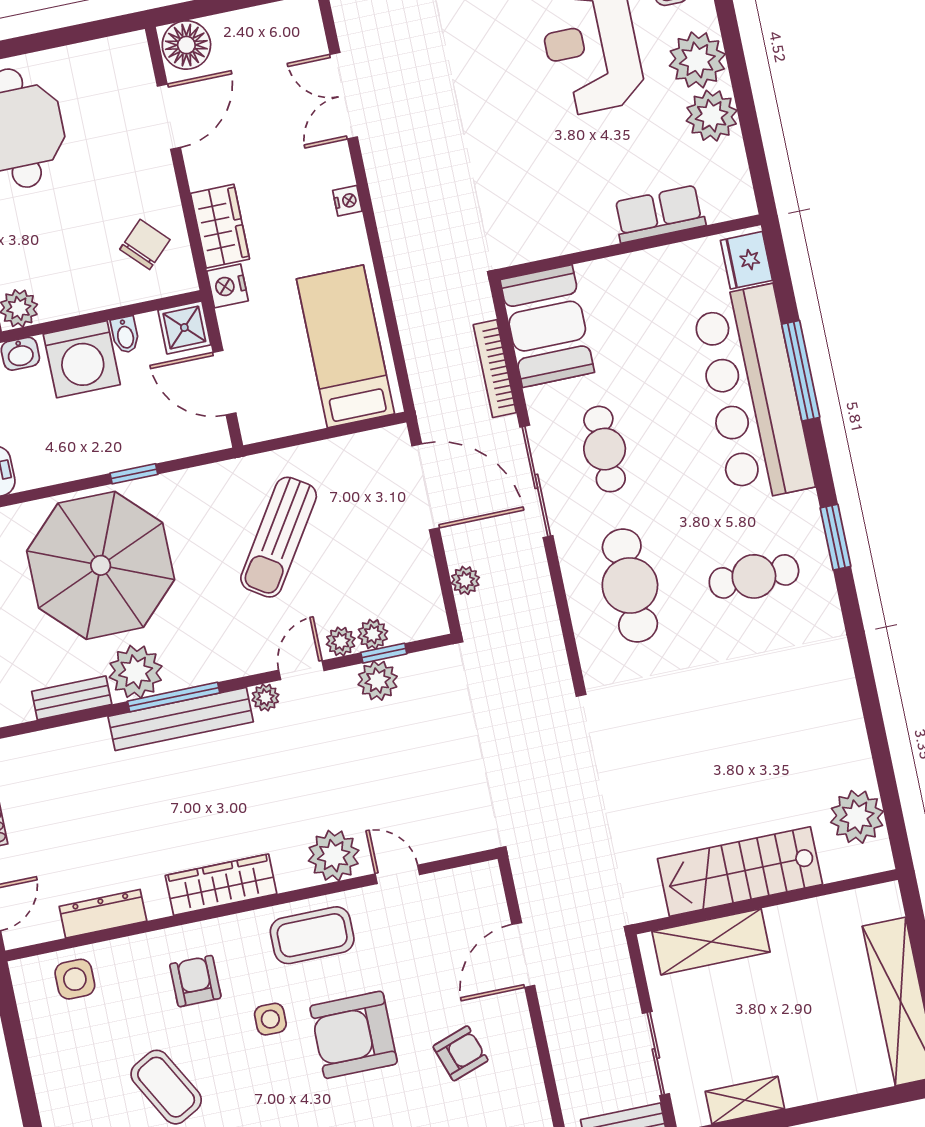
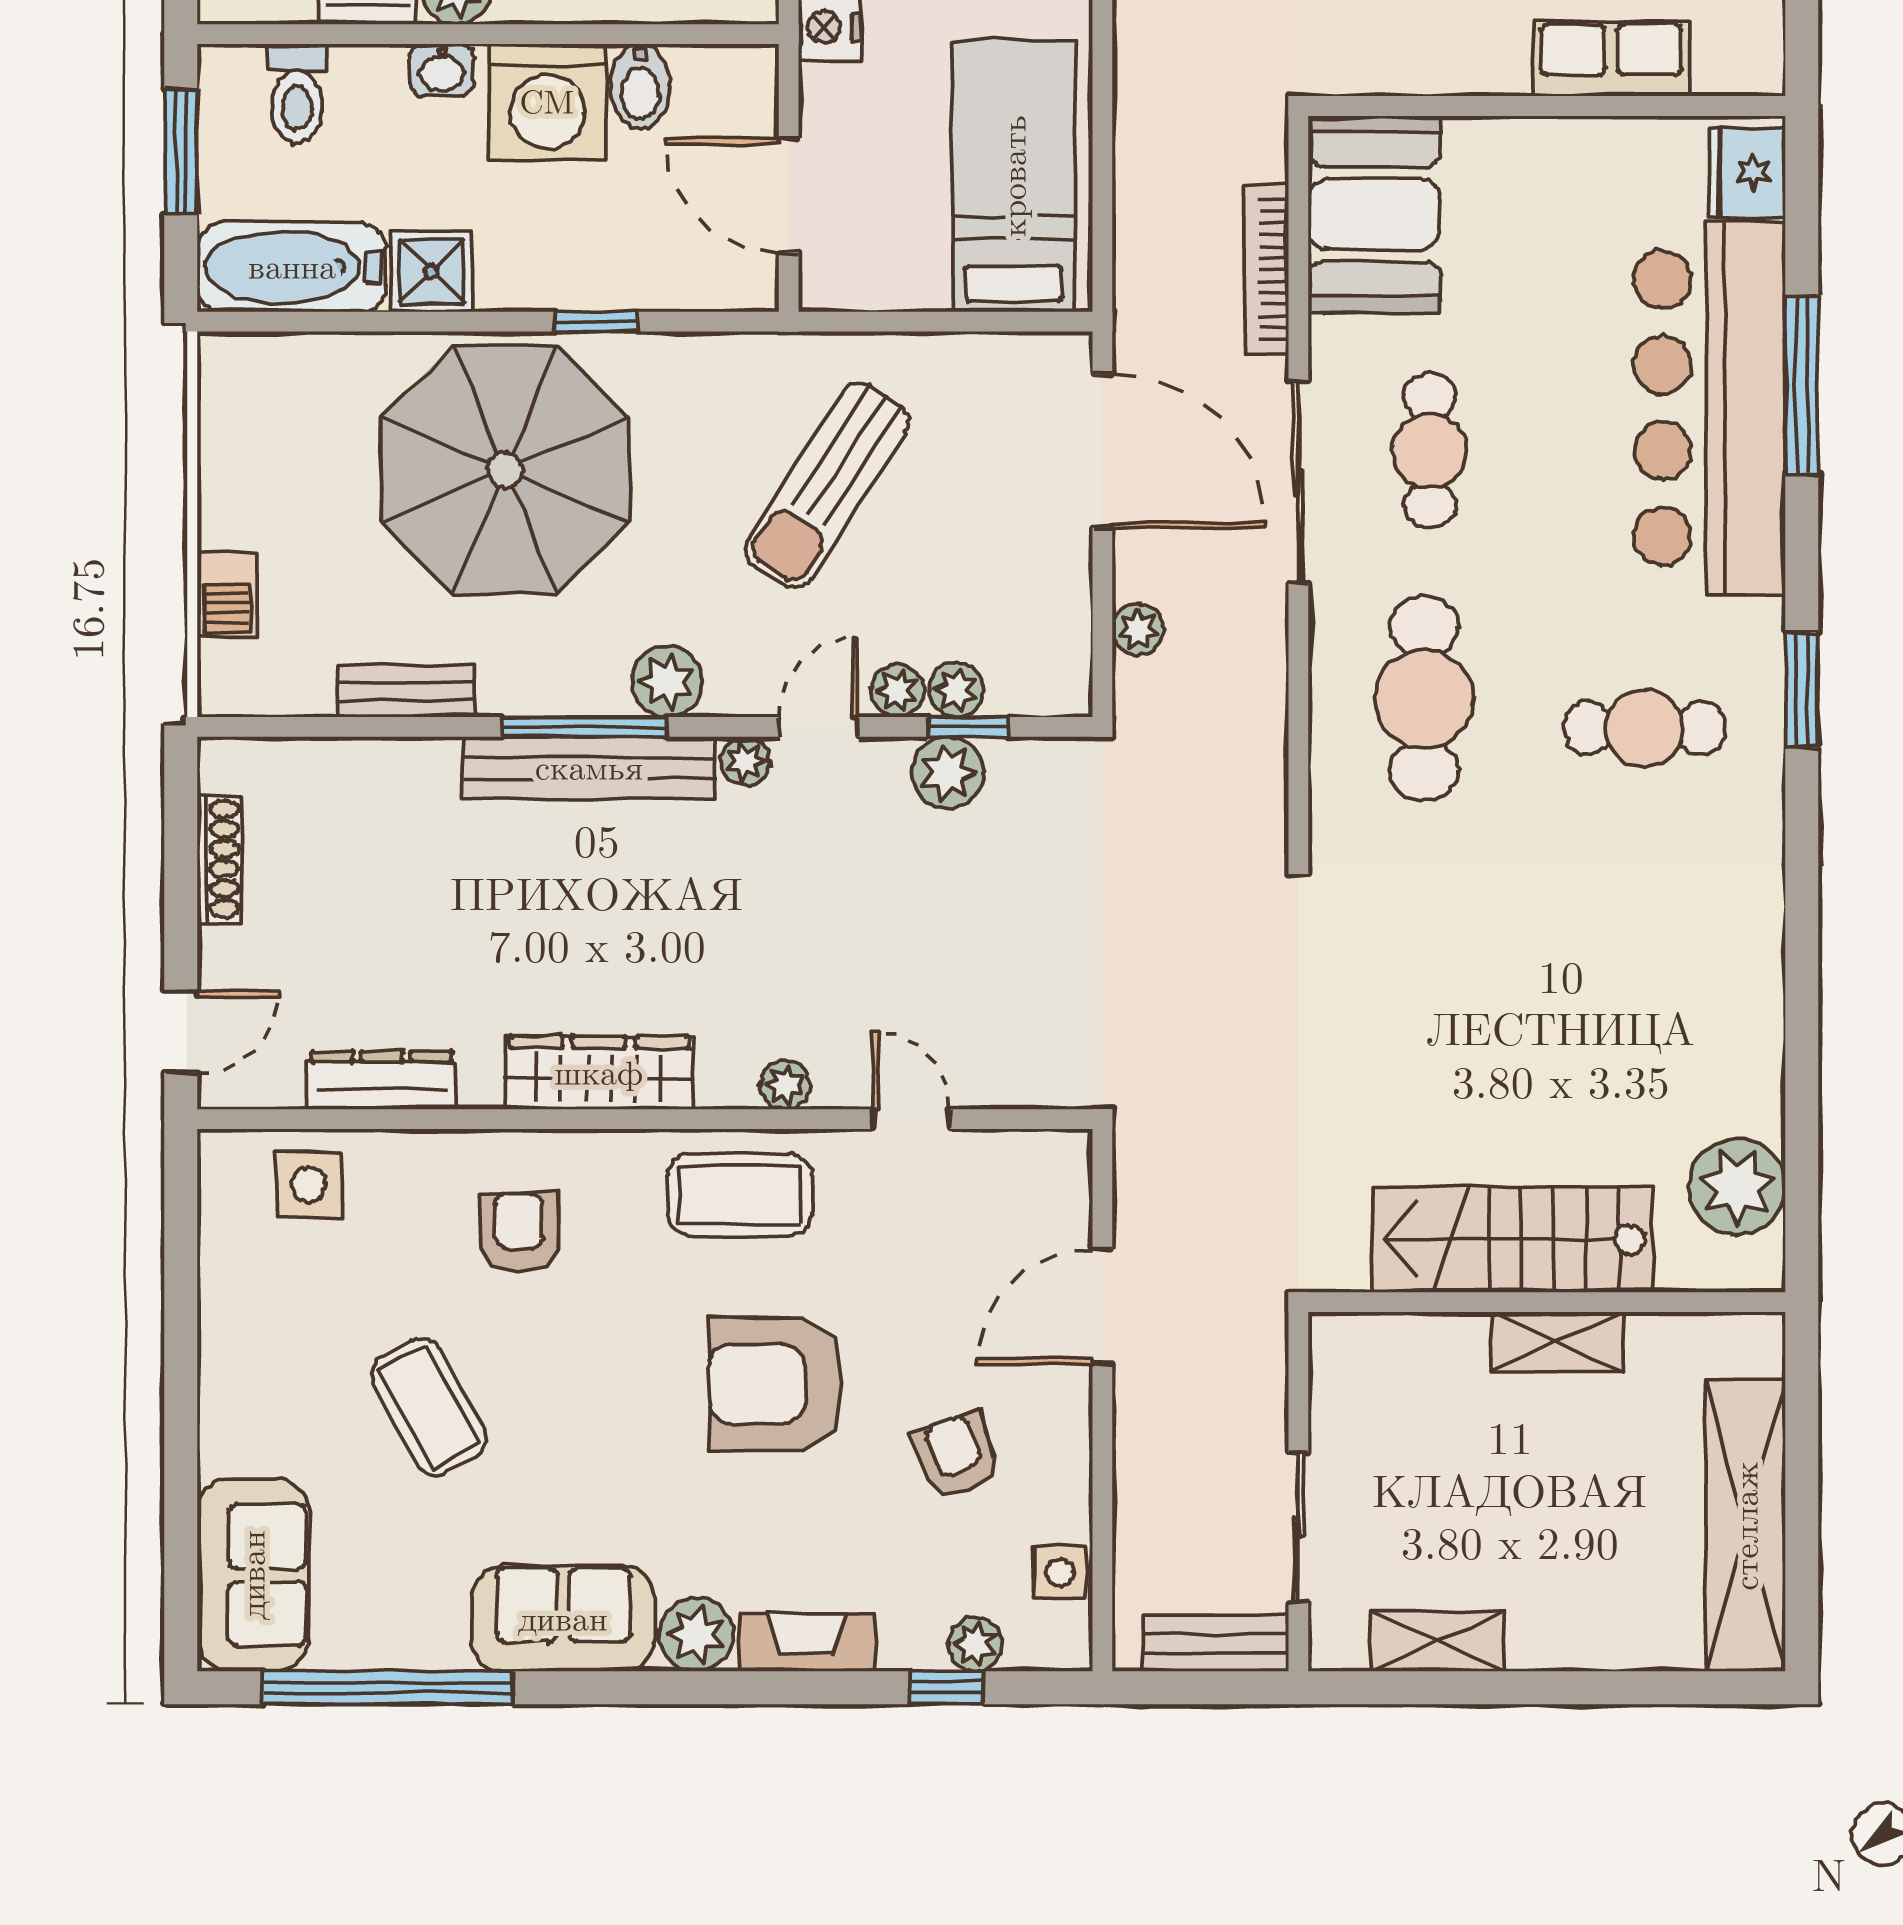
shower: (184, 327) -> (432, 272), moved
bidet: (125, 335) -> (640, 86), width x1.38, depth x1.36
plant: (136, 672) -> (667, 682), moved, width x0.73, depth x0.73
plant: (334, 856) -> (785, 1085), width x0.53, depth x0.53
shelving: (711, 942) -> (1558, 1342), moved, width x0.67, depth x0.75
side table: (270, 1019) -> (1060, 1572), moved
armchair: (461, 1053) -> (957, 1455), turned -91

